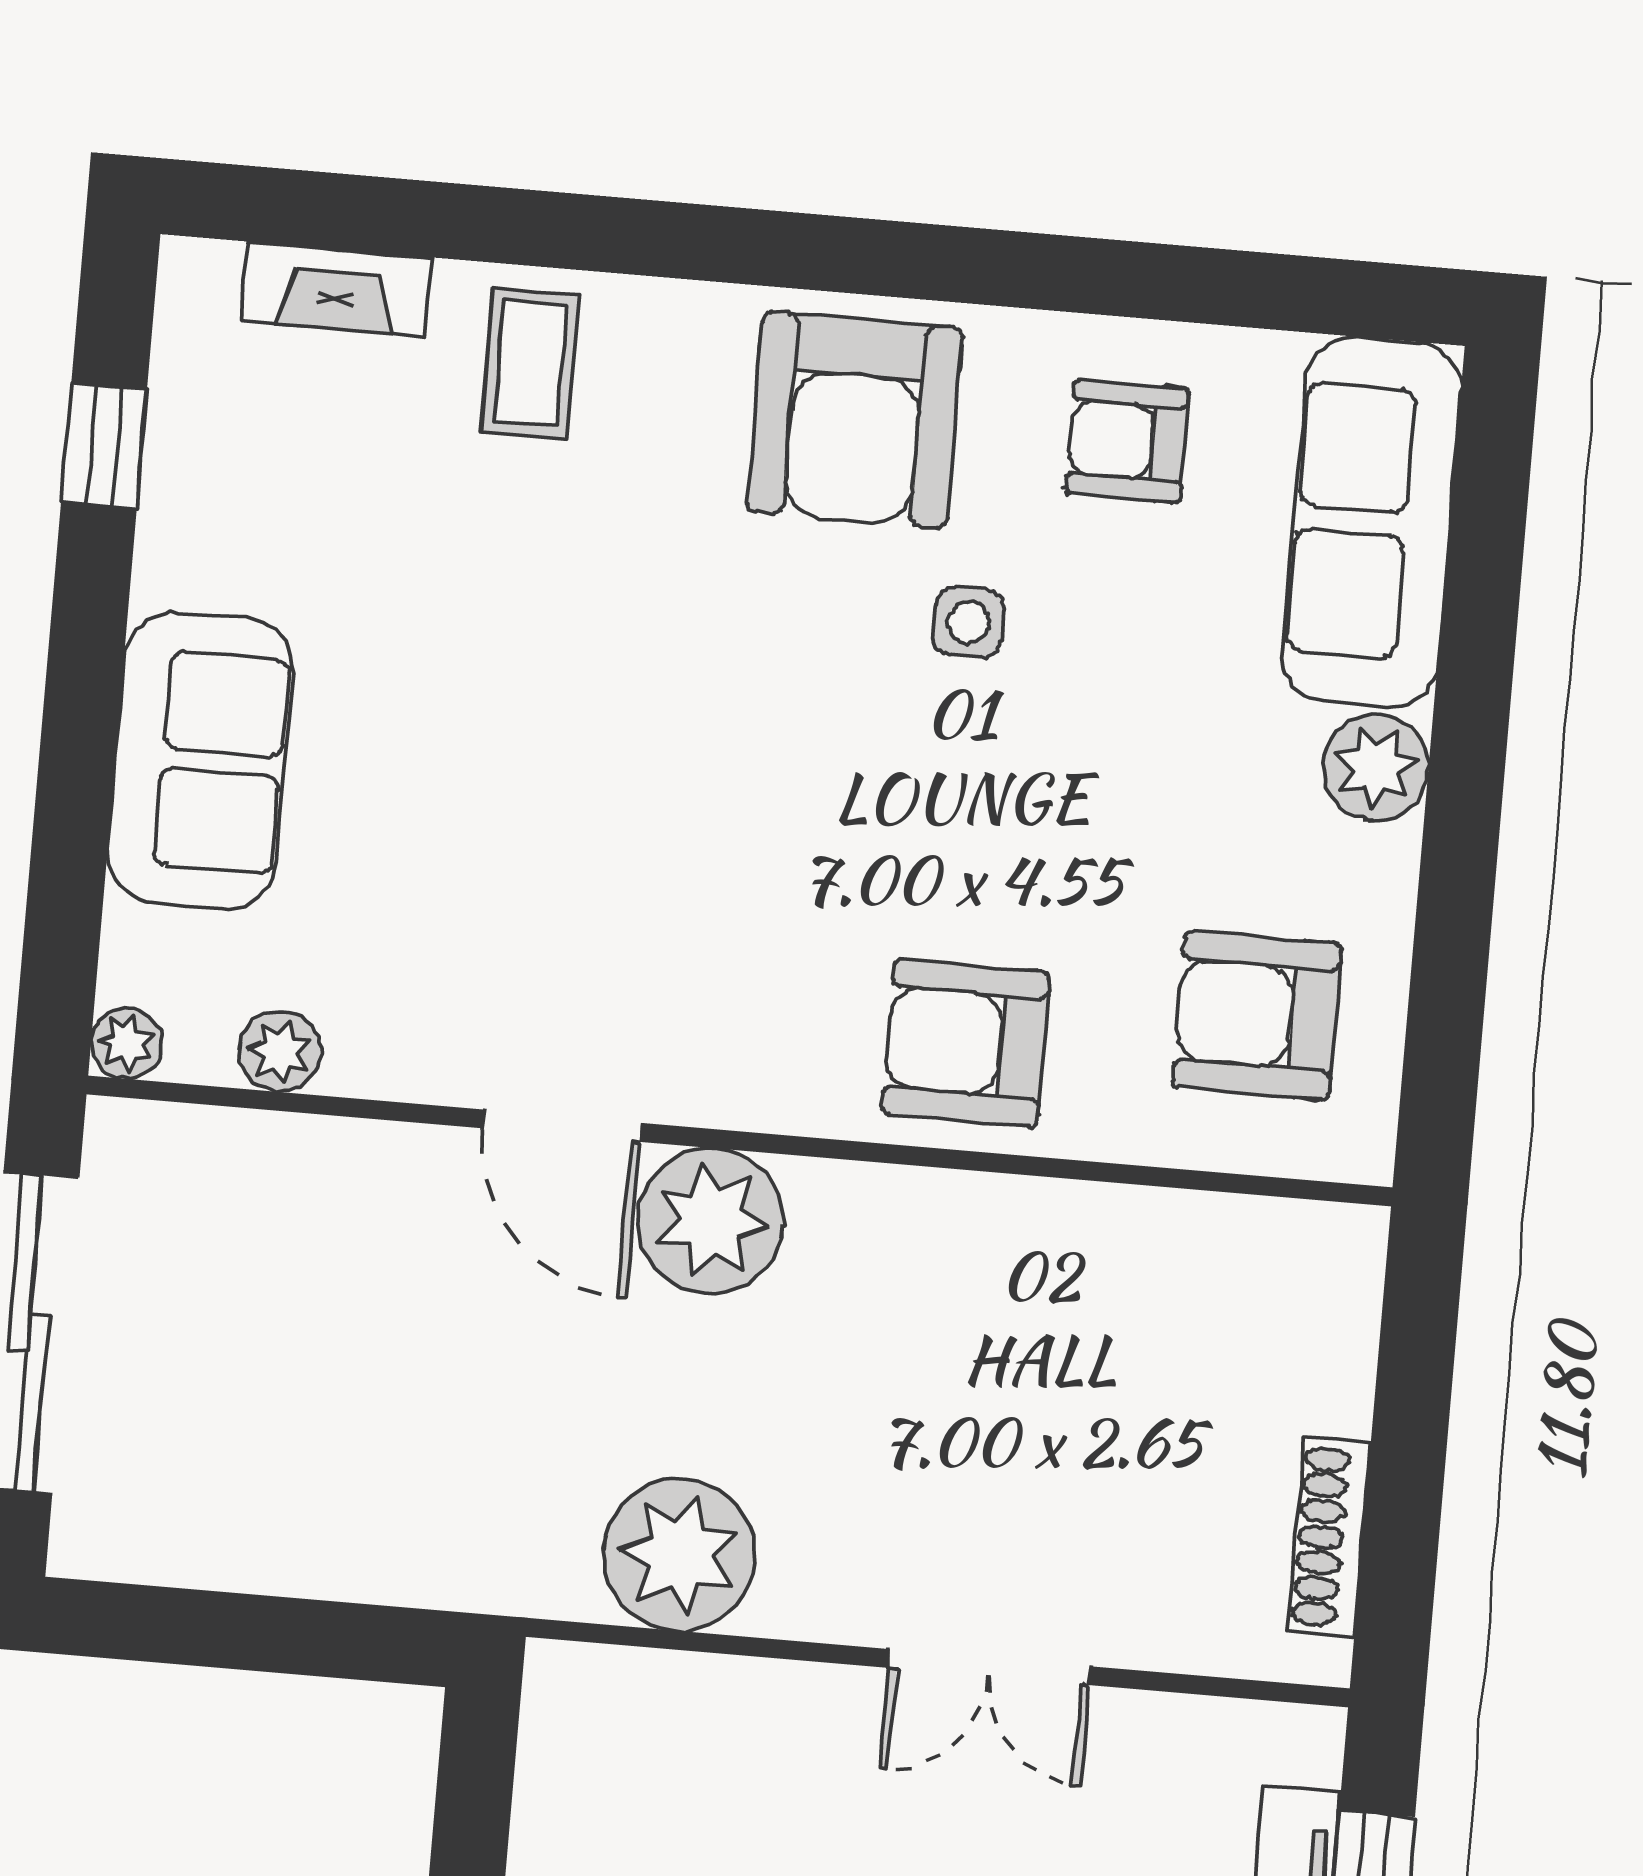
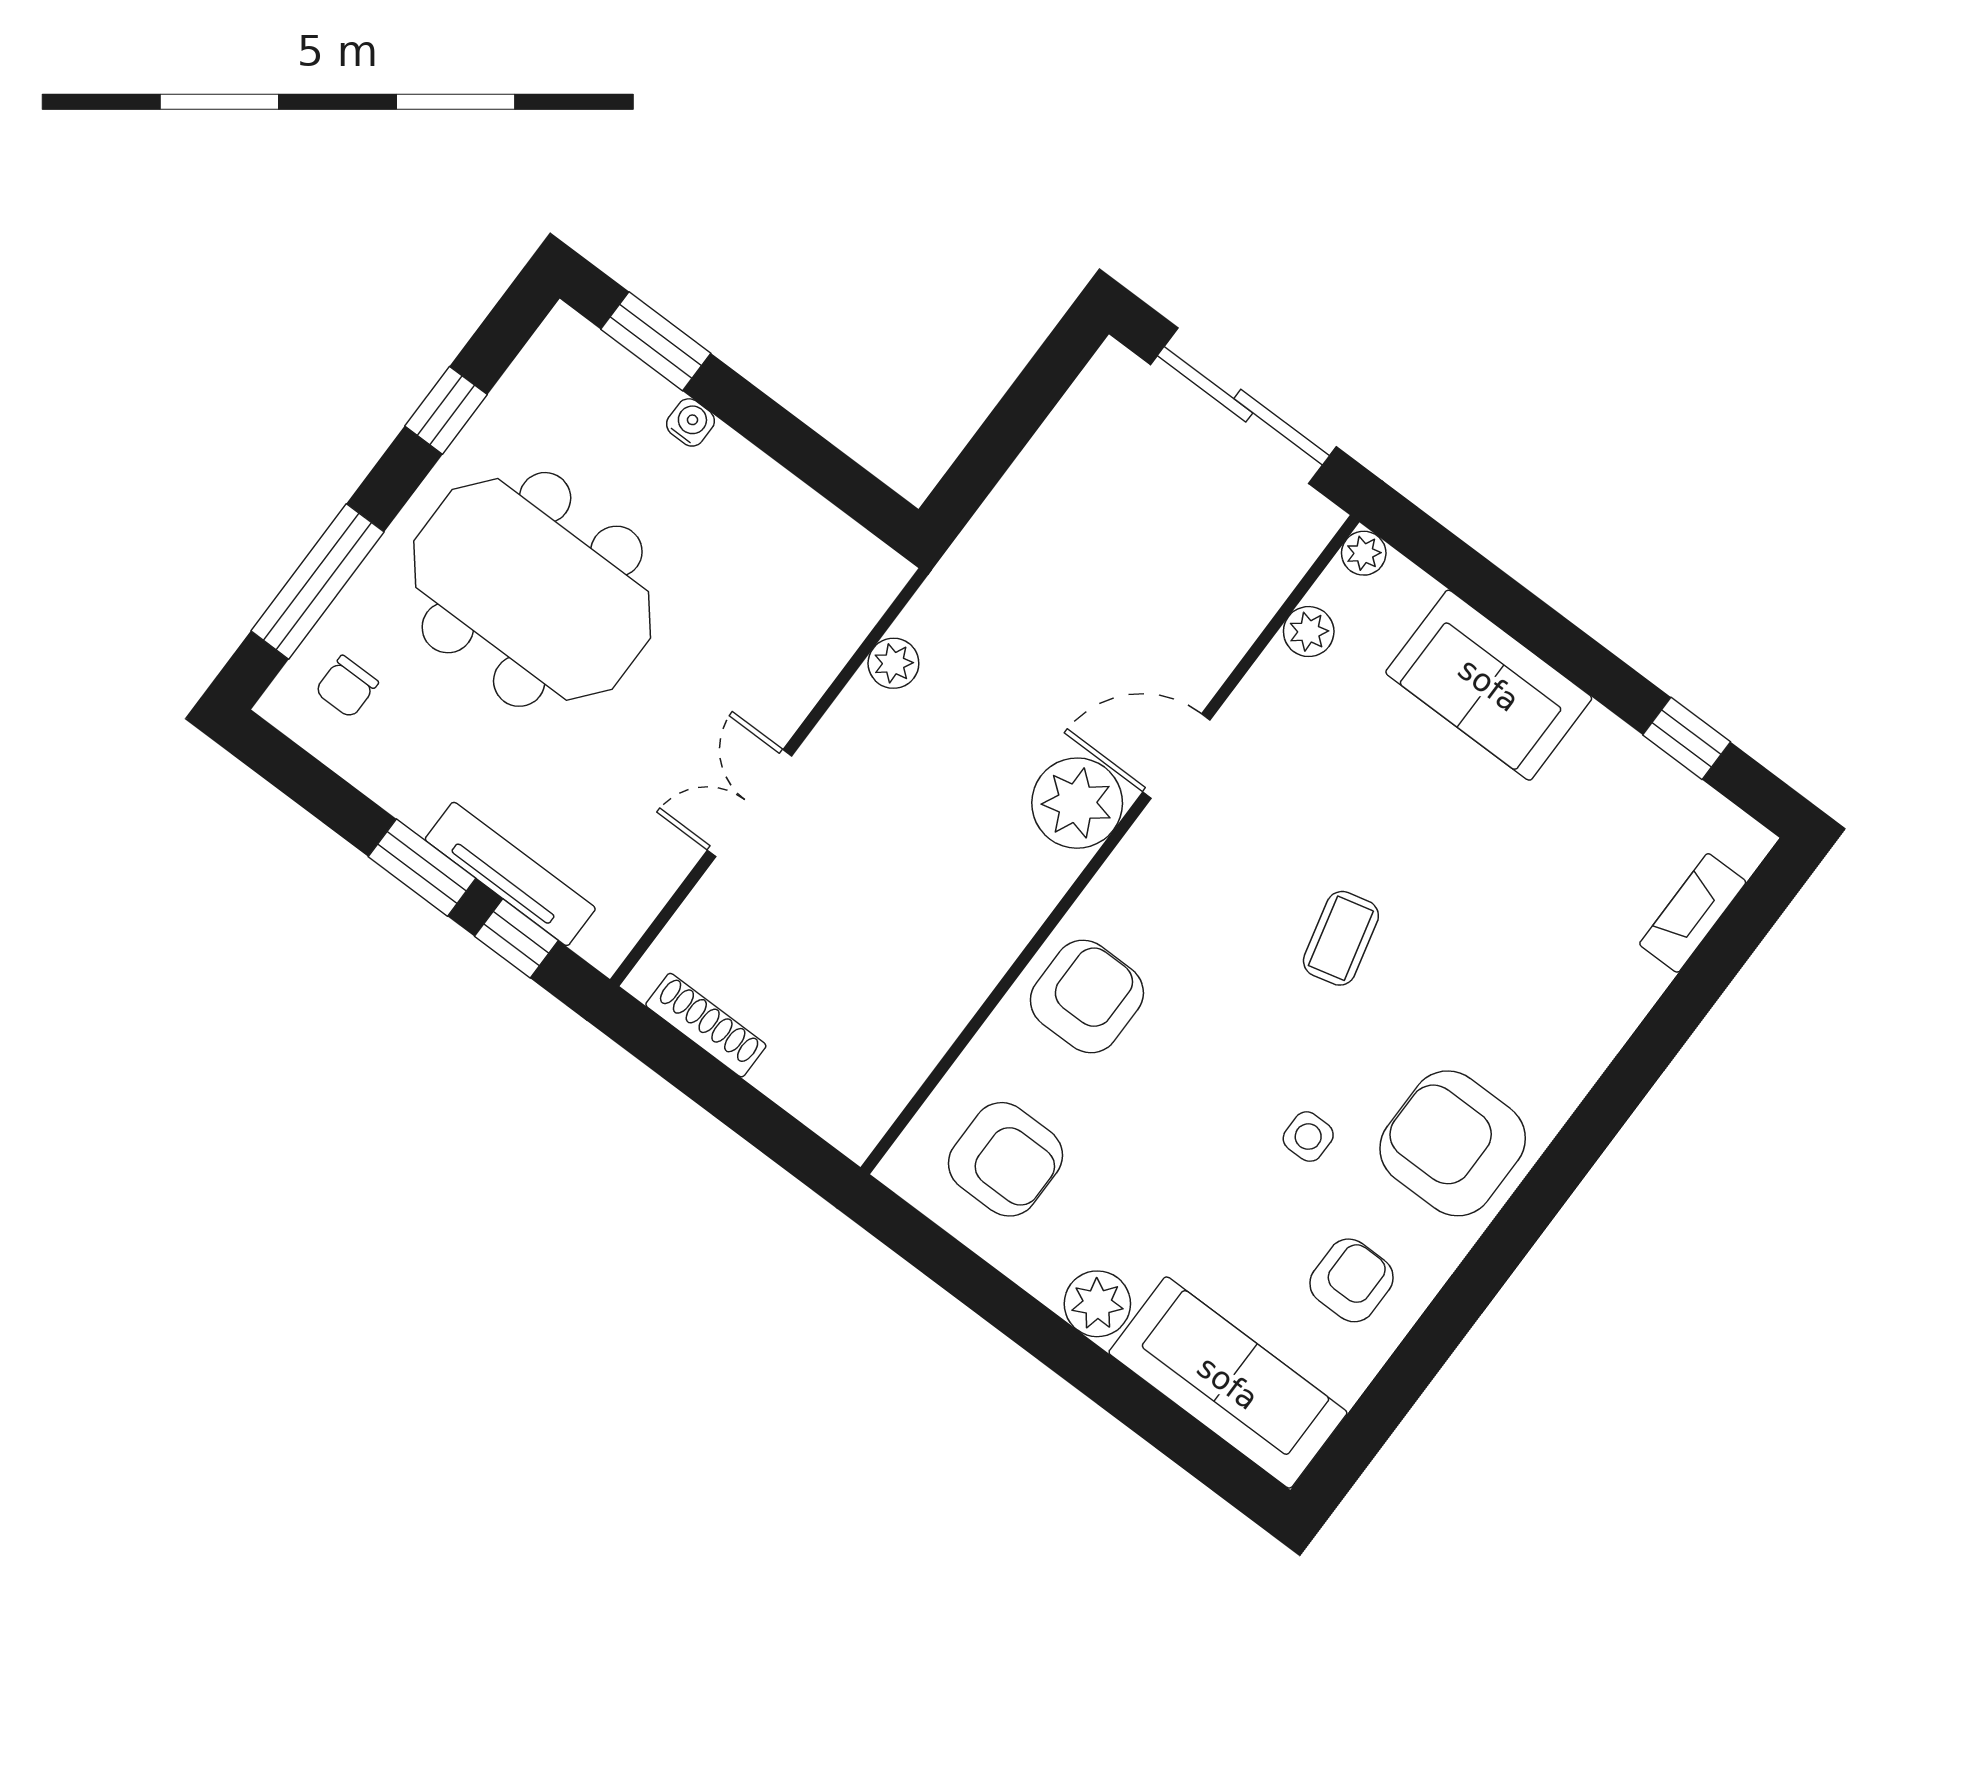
coffee table: (530, 363) -> (1341, 938), moved, turned 76
armchair: (1257, 1015) -> (1005, 1159), turned 90
plant: (680, 1555) -> (893, 663), width x0.53, depth x0.53

